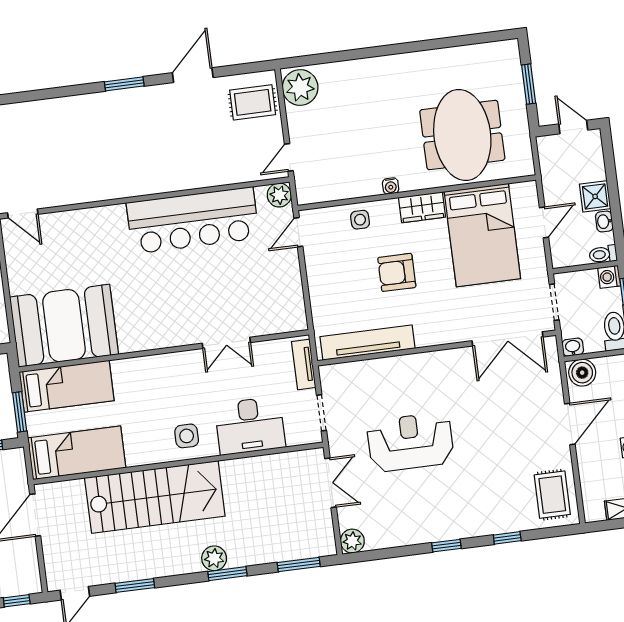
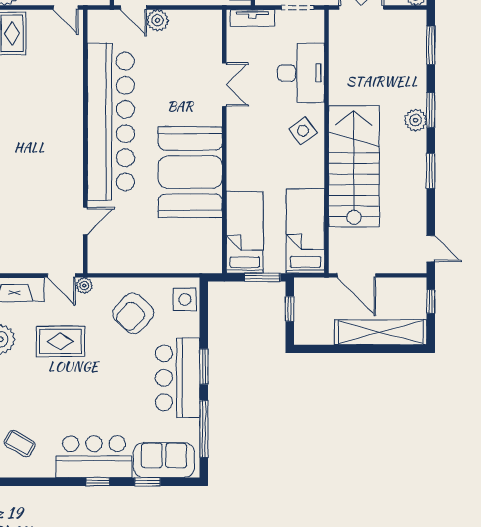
plant: (279, 195) -> (158, 20), moved
door: (23, 214) -> (85, 221), moved
bar counter: (193, 220) -> (111, 122), width x1.36
booth: (64, 326) -> (190, 172), moved
side table: (187, 436) -> (303, 131), turned -36
window: (135, 586) -> (431, 171), moved

